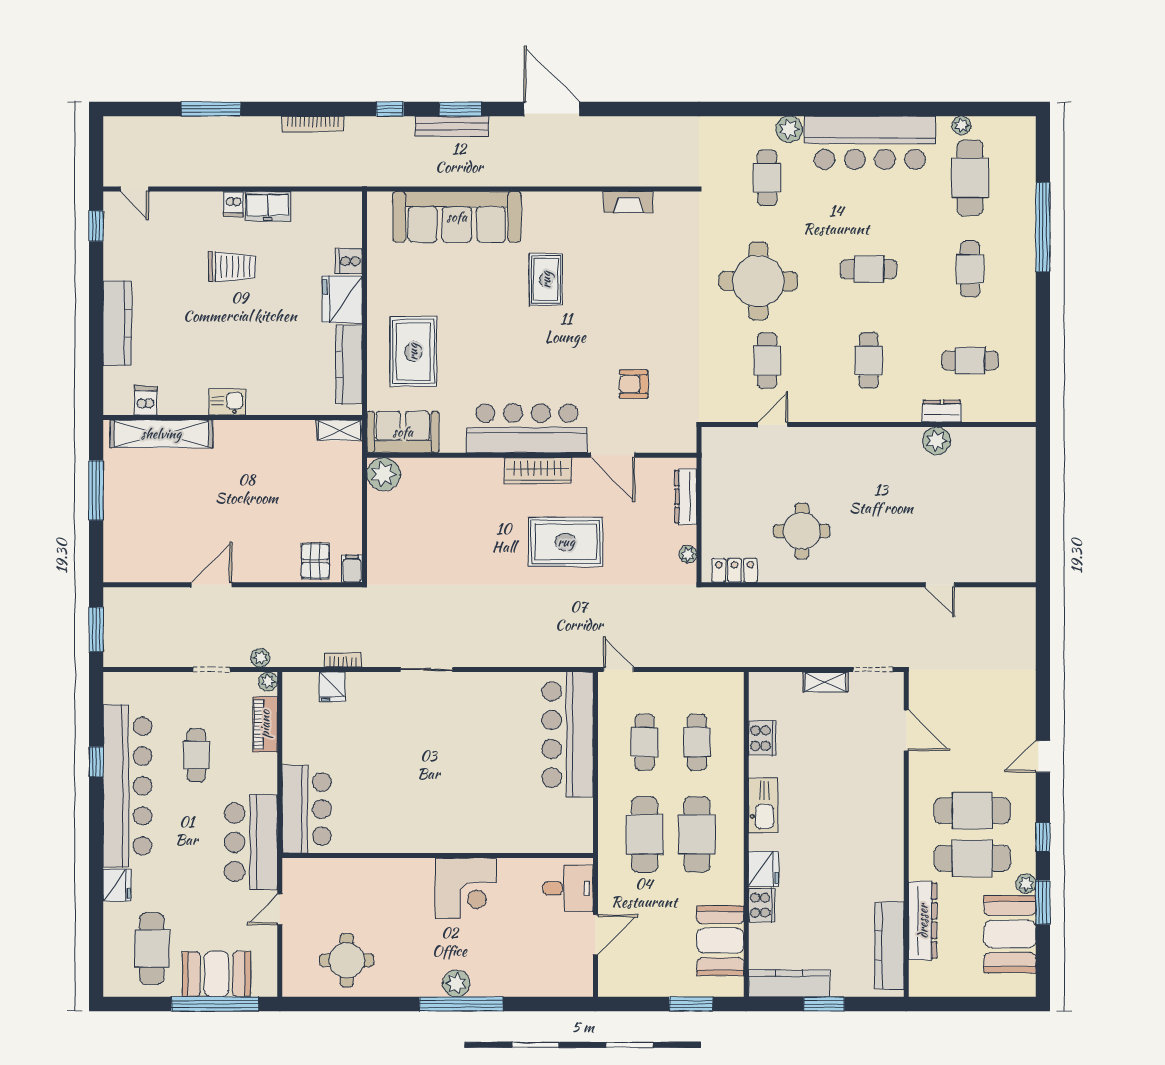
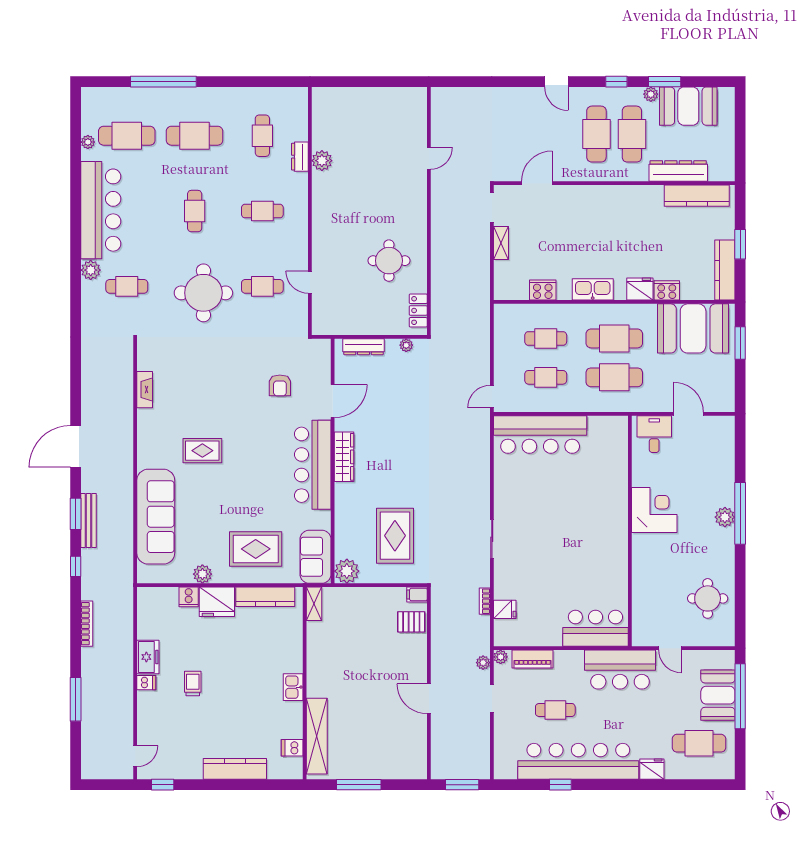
trolley: (232, 267) -> (193, 684), width x0.73, depth x0.72
cafe table: (970, 269) -> (195, 136), width x1.37, depth x1.35
plant: (380, 280) -> (202, 574), added
rug: (566, 542) -> (395, 536), moved
booth: (720, 941) -> (693, 328), width x1.36, depth x1.42

